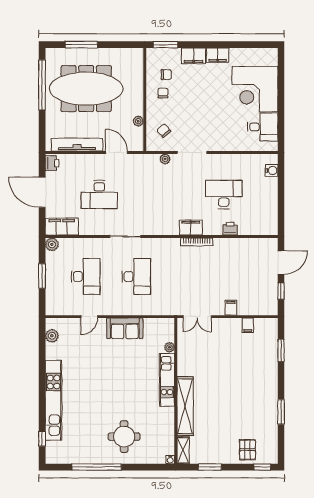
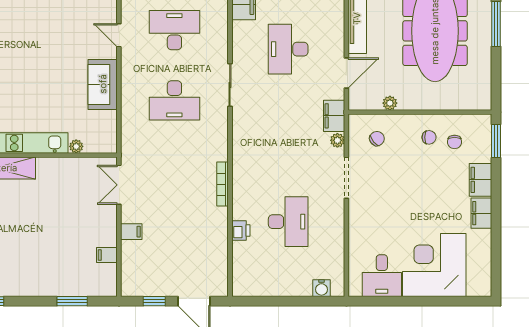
filing cabinet: (191, 228) -> (334, 116), moved, turned 180
desk: (86, 277) -> (174, 30), turned 180

